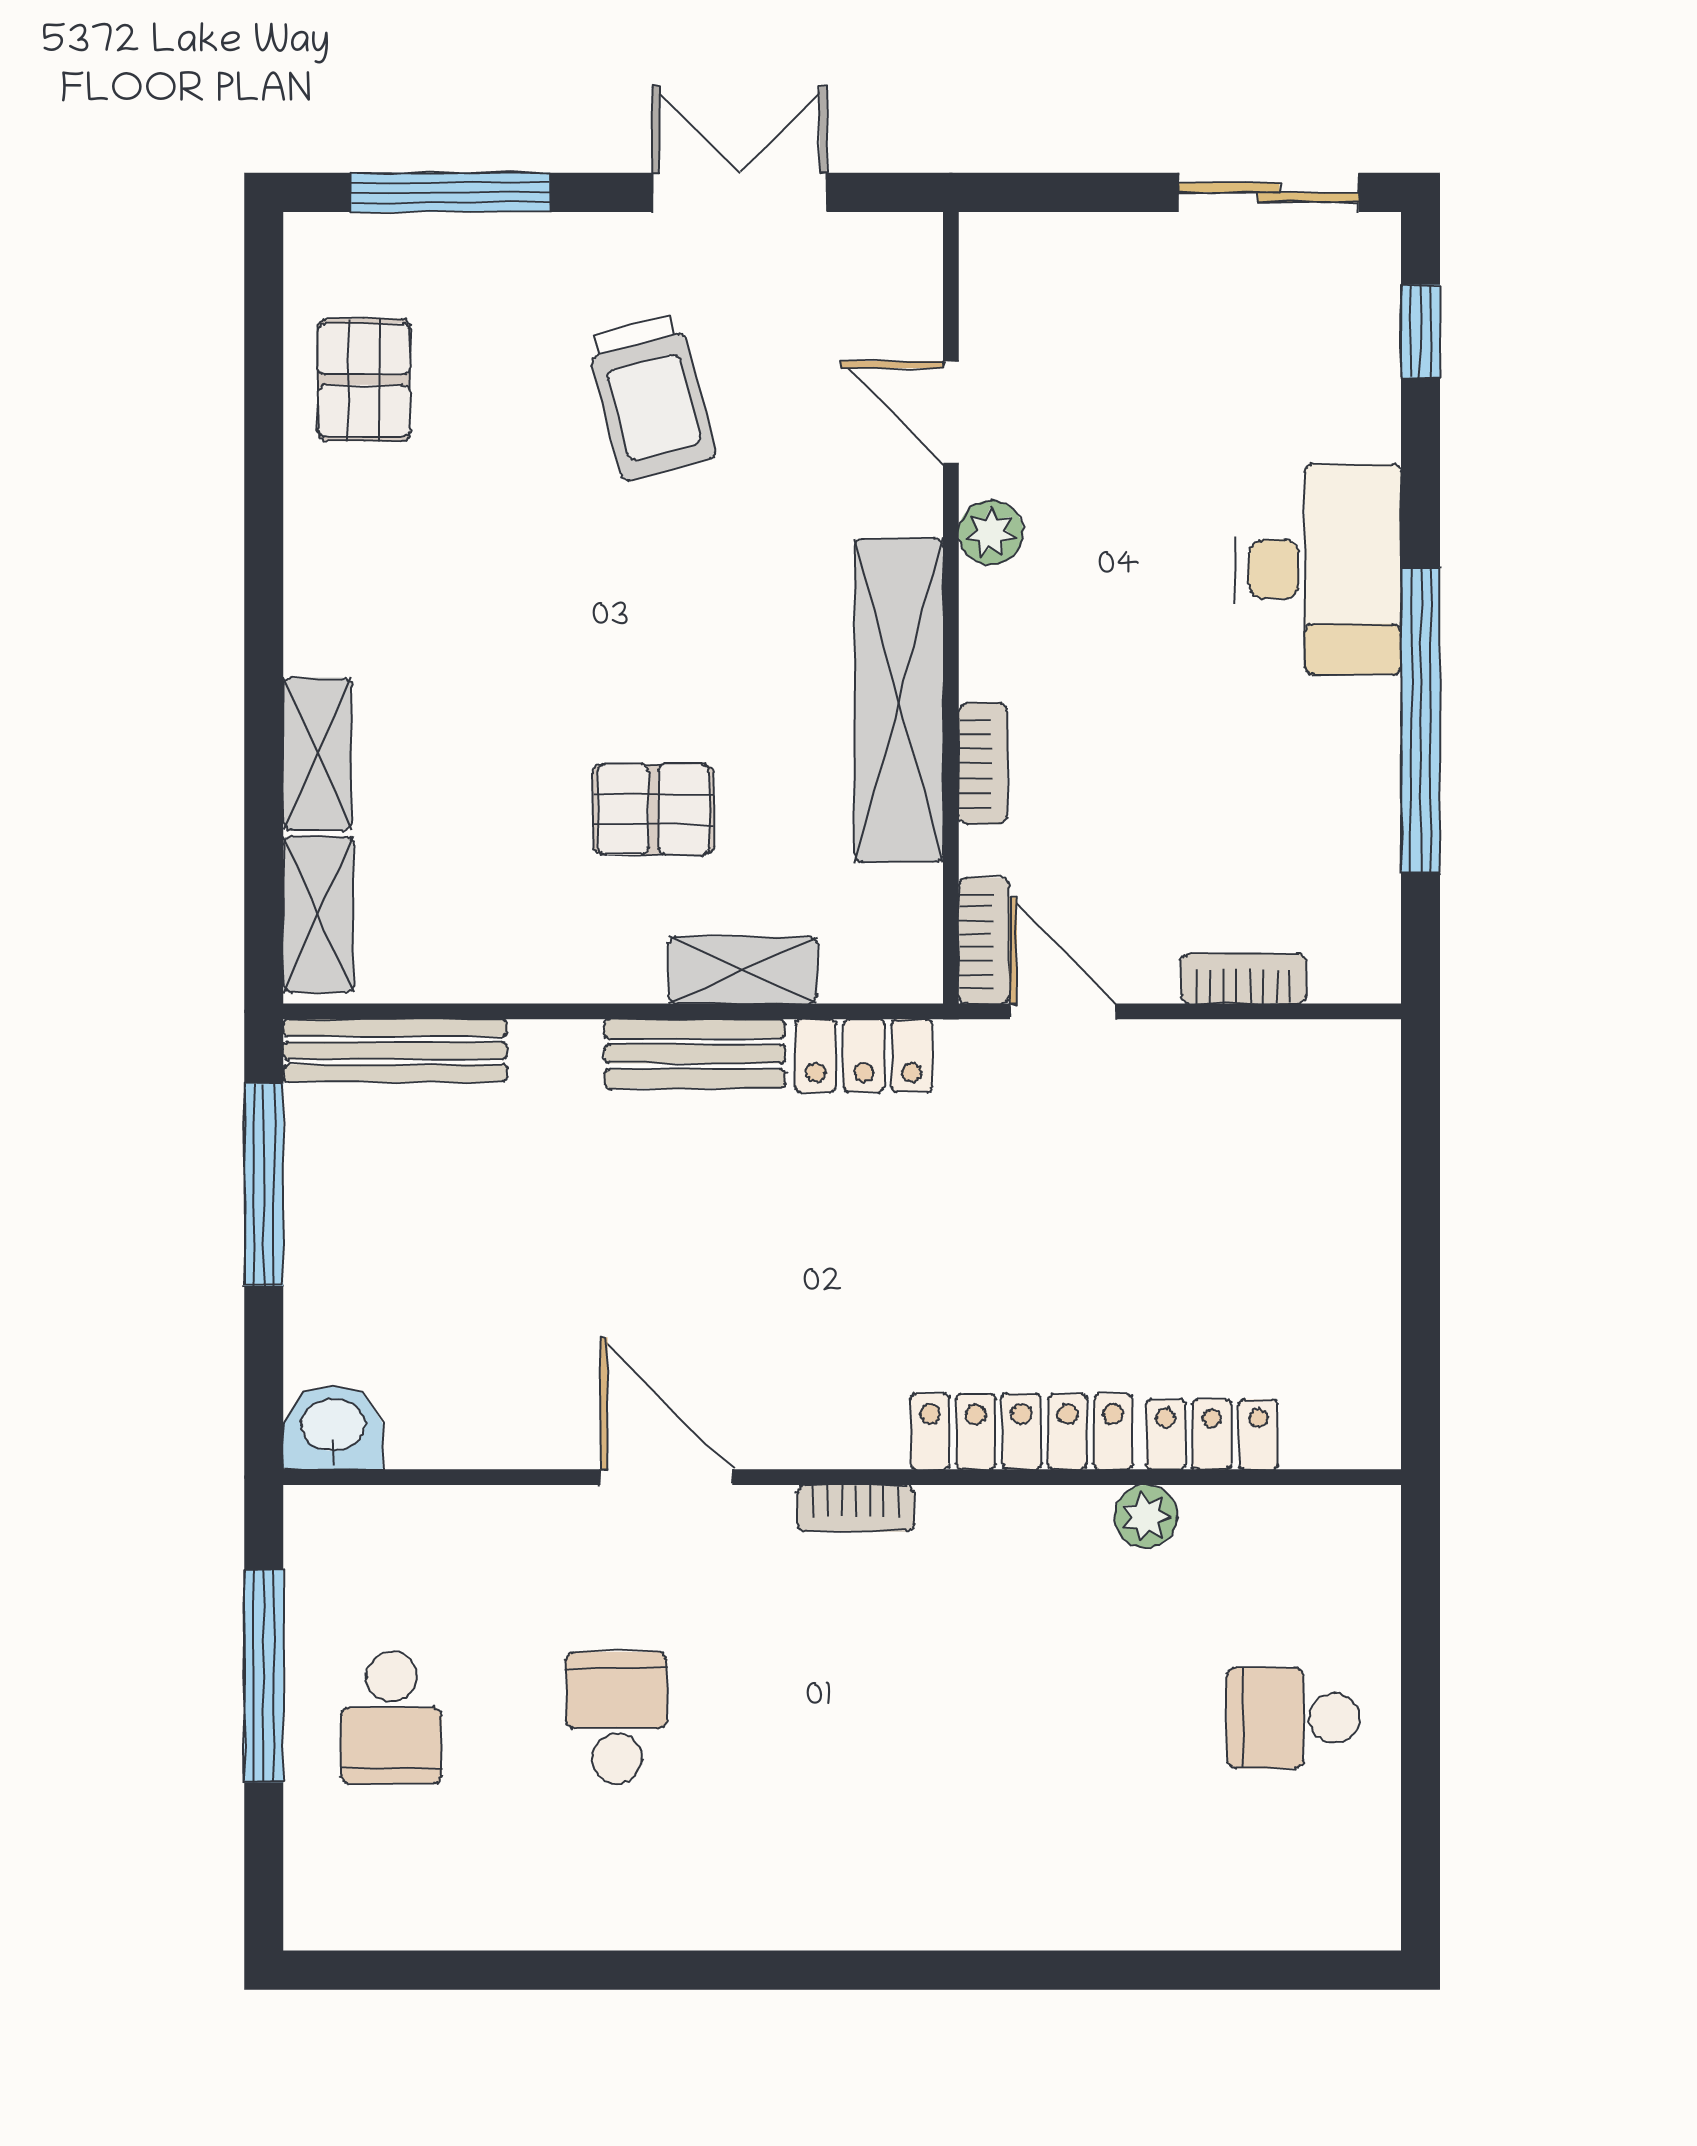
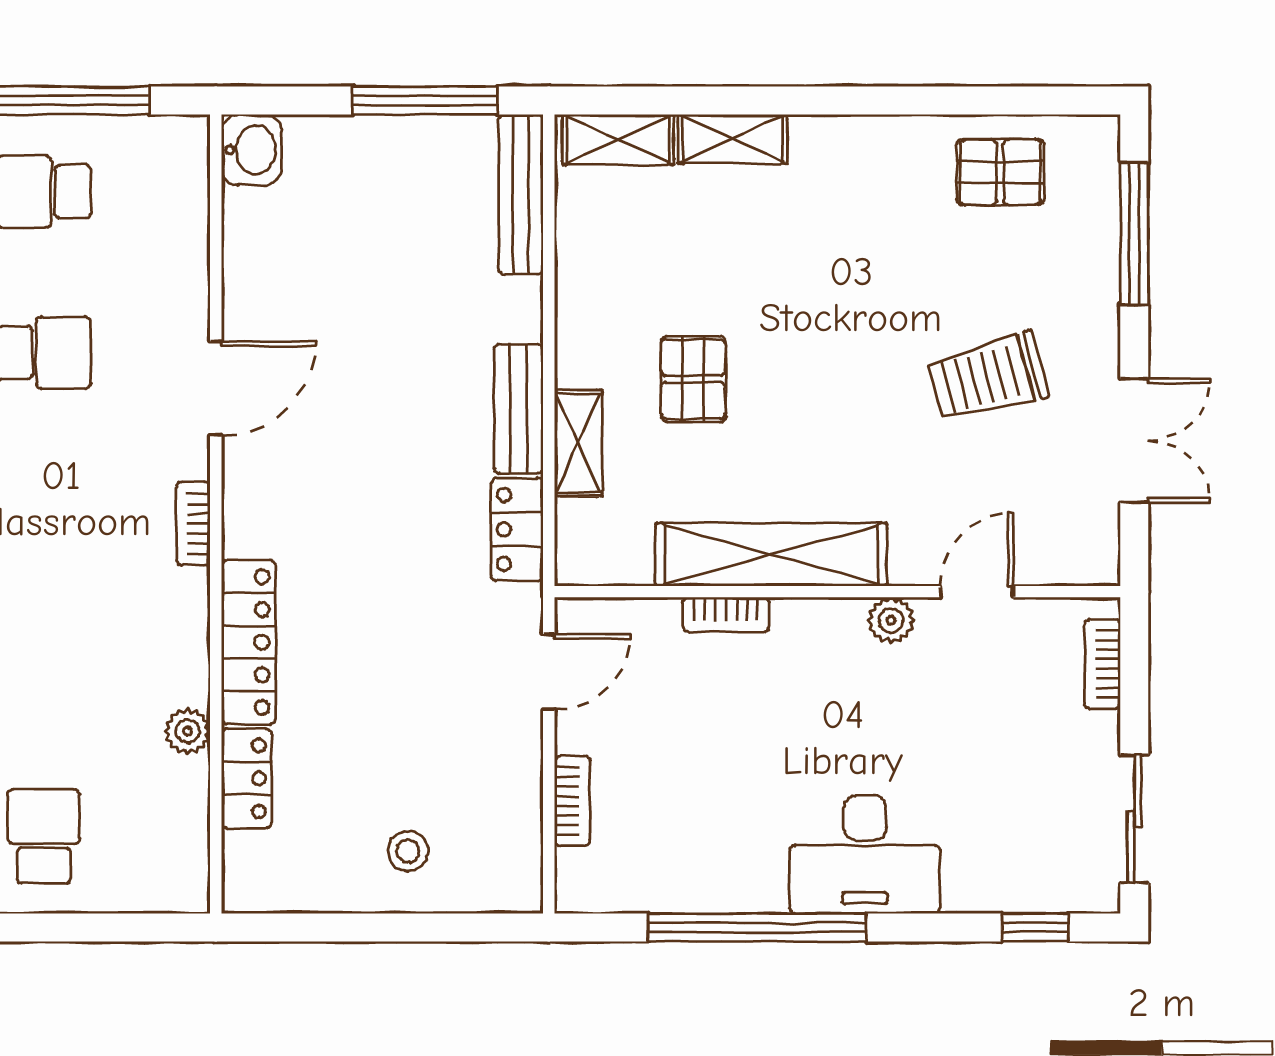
bookcase: (984, 941) -> (1102, 664), moved, turned 90
stool: (1314, 1209) -> (408, 851), added

